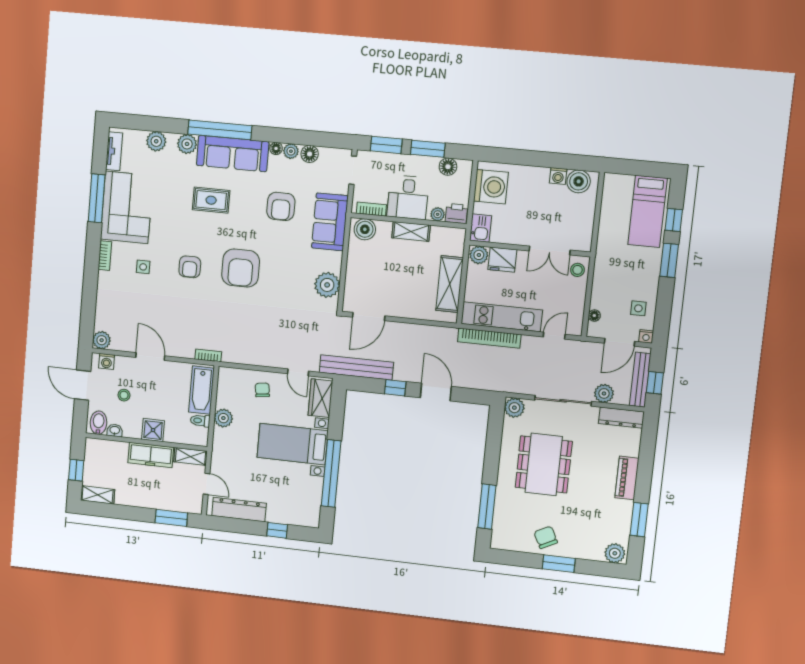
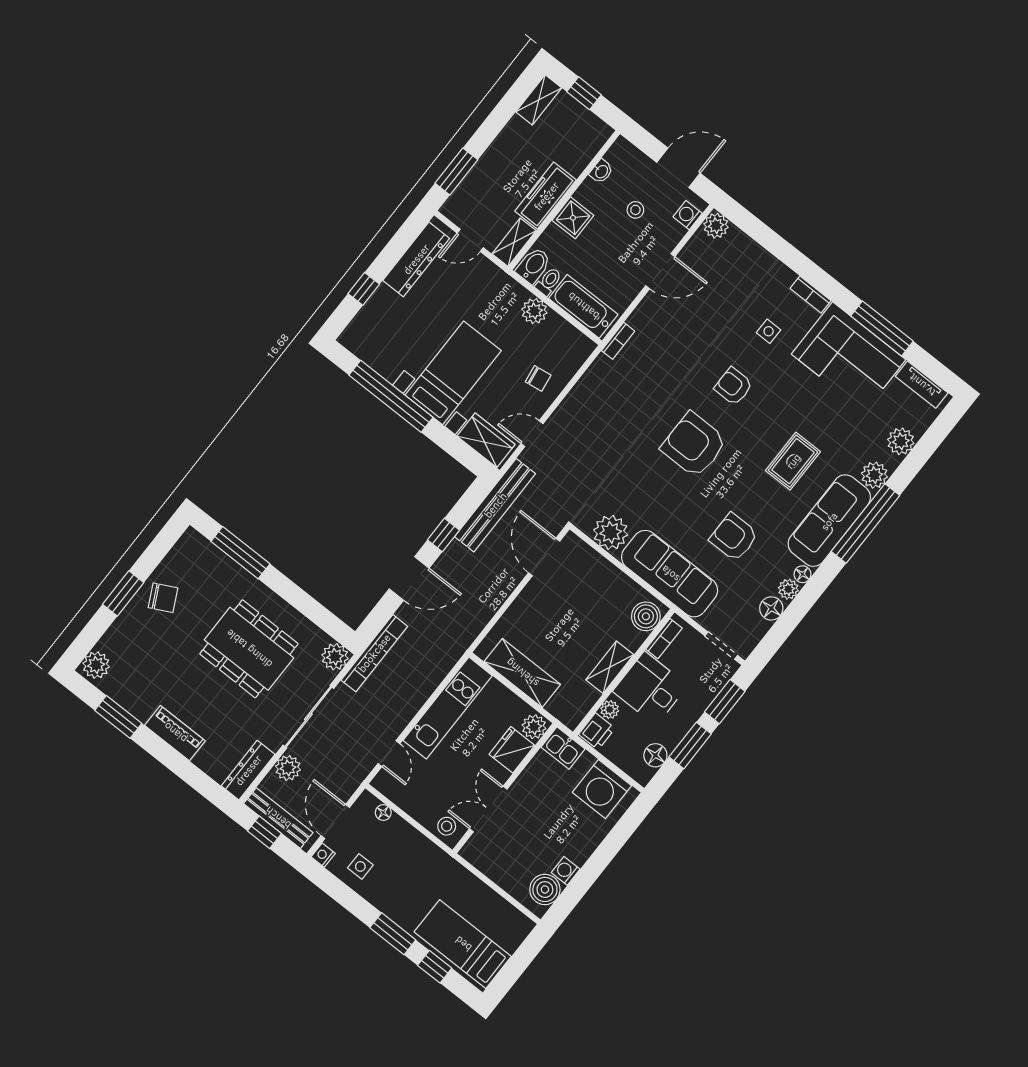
sofa: (330, 222) -> (670, 574), width x1.36
bookcase: (489, 338) -> (374, 653), moved, turned 180
bidet: (98, 423) -> (534, 265), moved, turned -90

